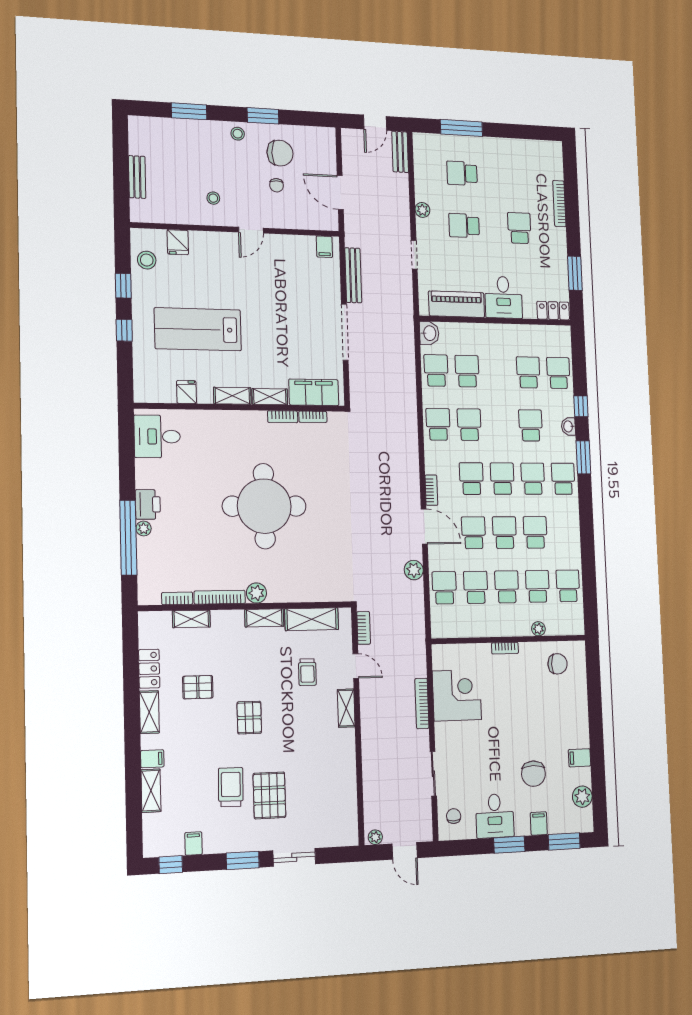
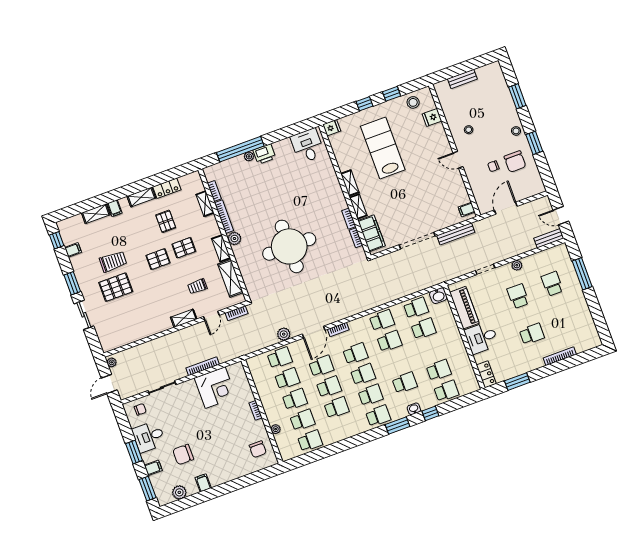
fridge: (186, 392) -> (332, 128), moved
round table: (264, 506) -> (289, 246), moved
pallet: (245, 673) -> (184, 248), added

